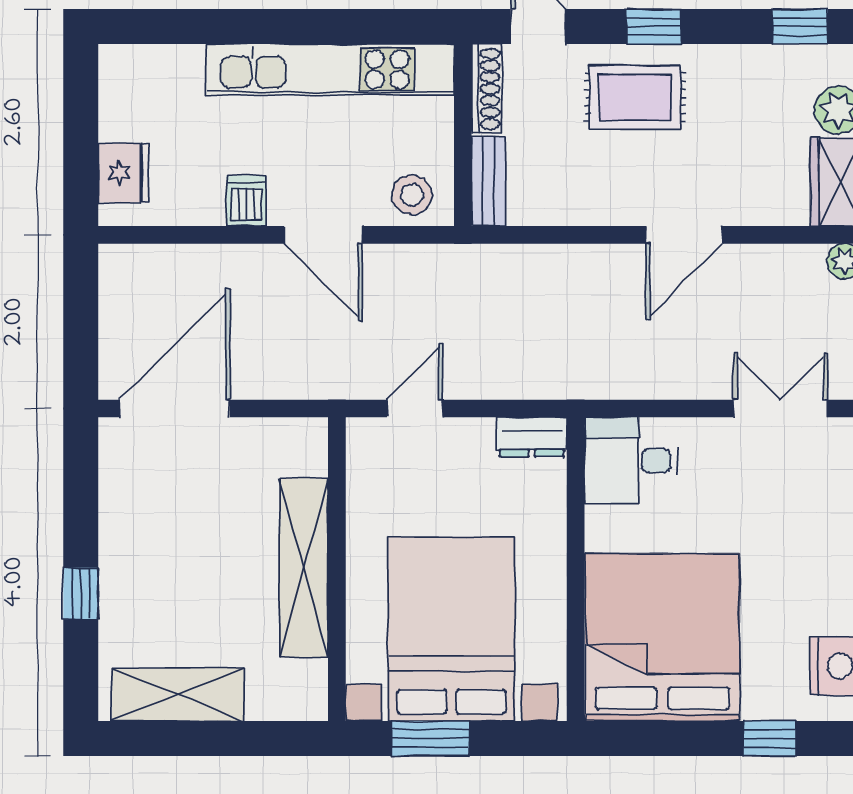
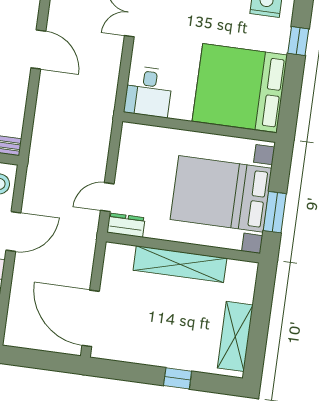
door: (415, 409) -> (107, 197), hinge flipped
dresser: (532, 437) -> (126, 225), moved, turned -90

